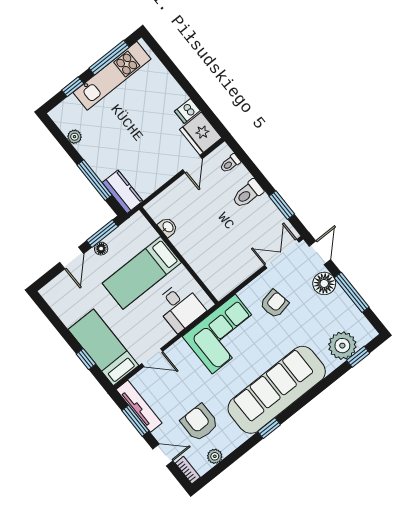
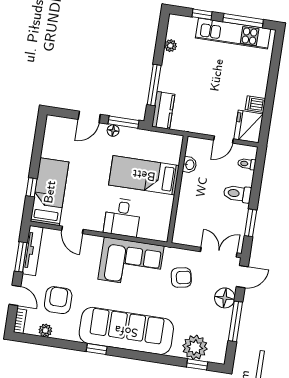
washbasin: (168, 227) -> (190, 165), moved
wall: (179, 256) -> (177, 189), moved
bed: (142, 273) -> (144, 175), moved

